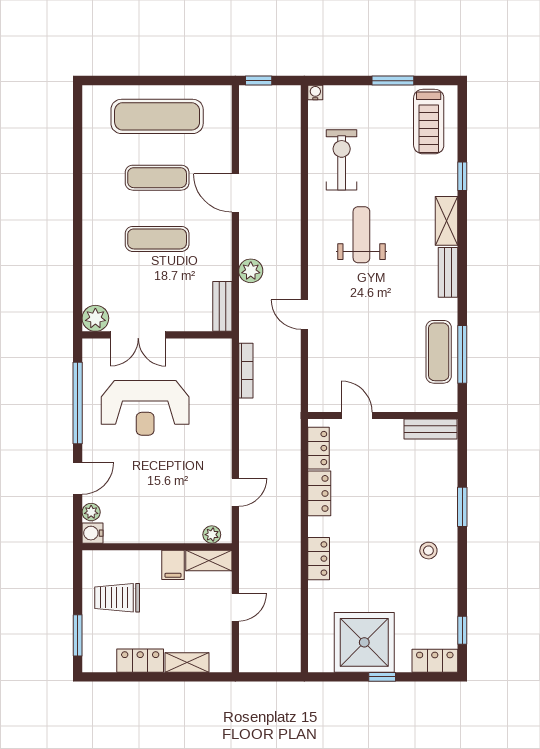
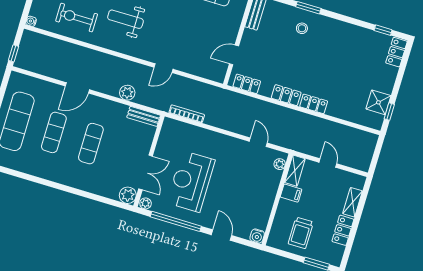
reception desk: (145, 408) -> (191, 181), turned 180
locker: (319, 493) -> (286, 95), moved
plant: (91, 512) -> (146, 203), moved
stool: (428, 551) -> (302, 28), moved
shower: (364, 642) -> (378, 102), width x0.54, depth x0.54
window: (382, 677) -> (389, 112), moved

